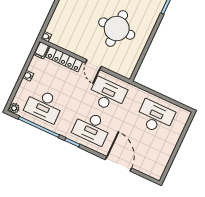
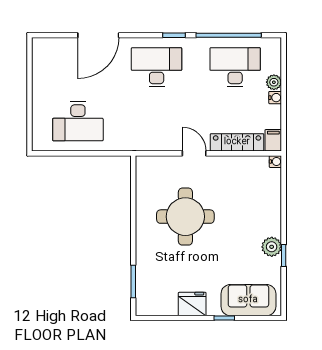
desk: (107, 95) -> (157, 121), removed
plant: (14, 108) -> (274, 82), moved
door: (118, 164) -> (98, 35), hinge flipped

